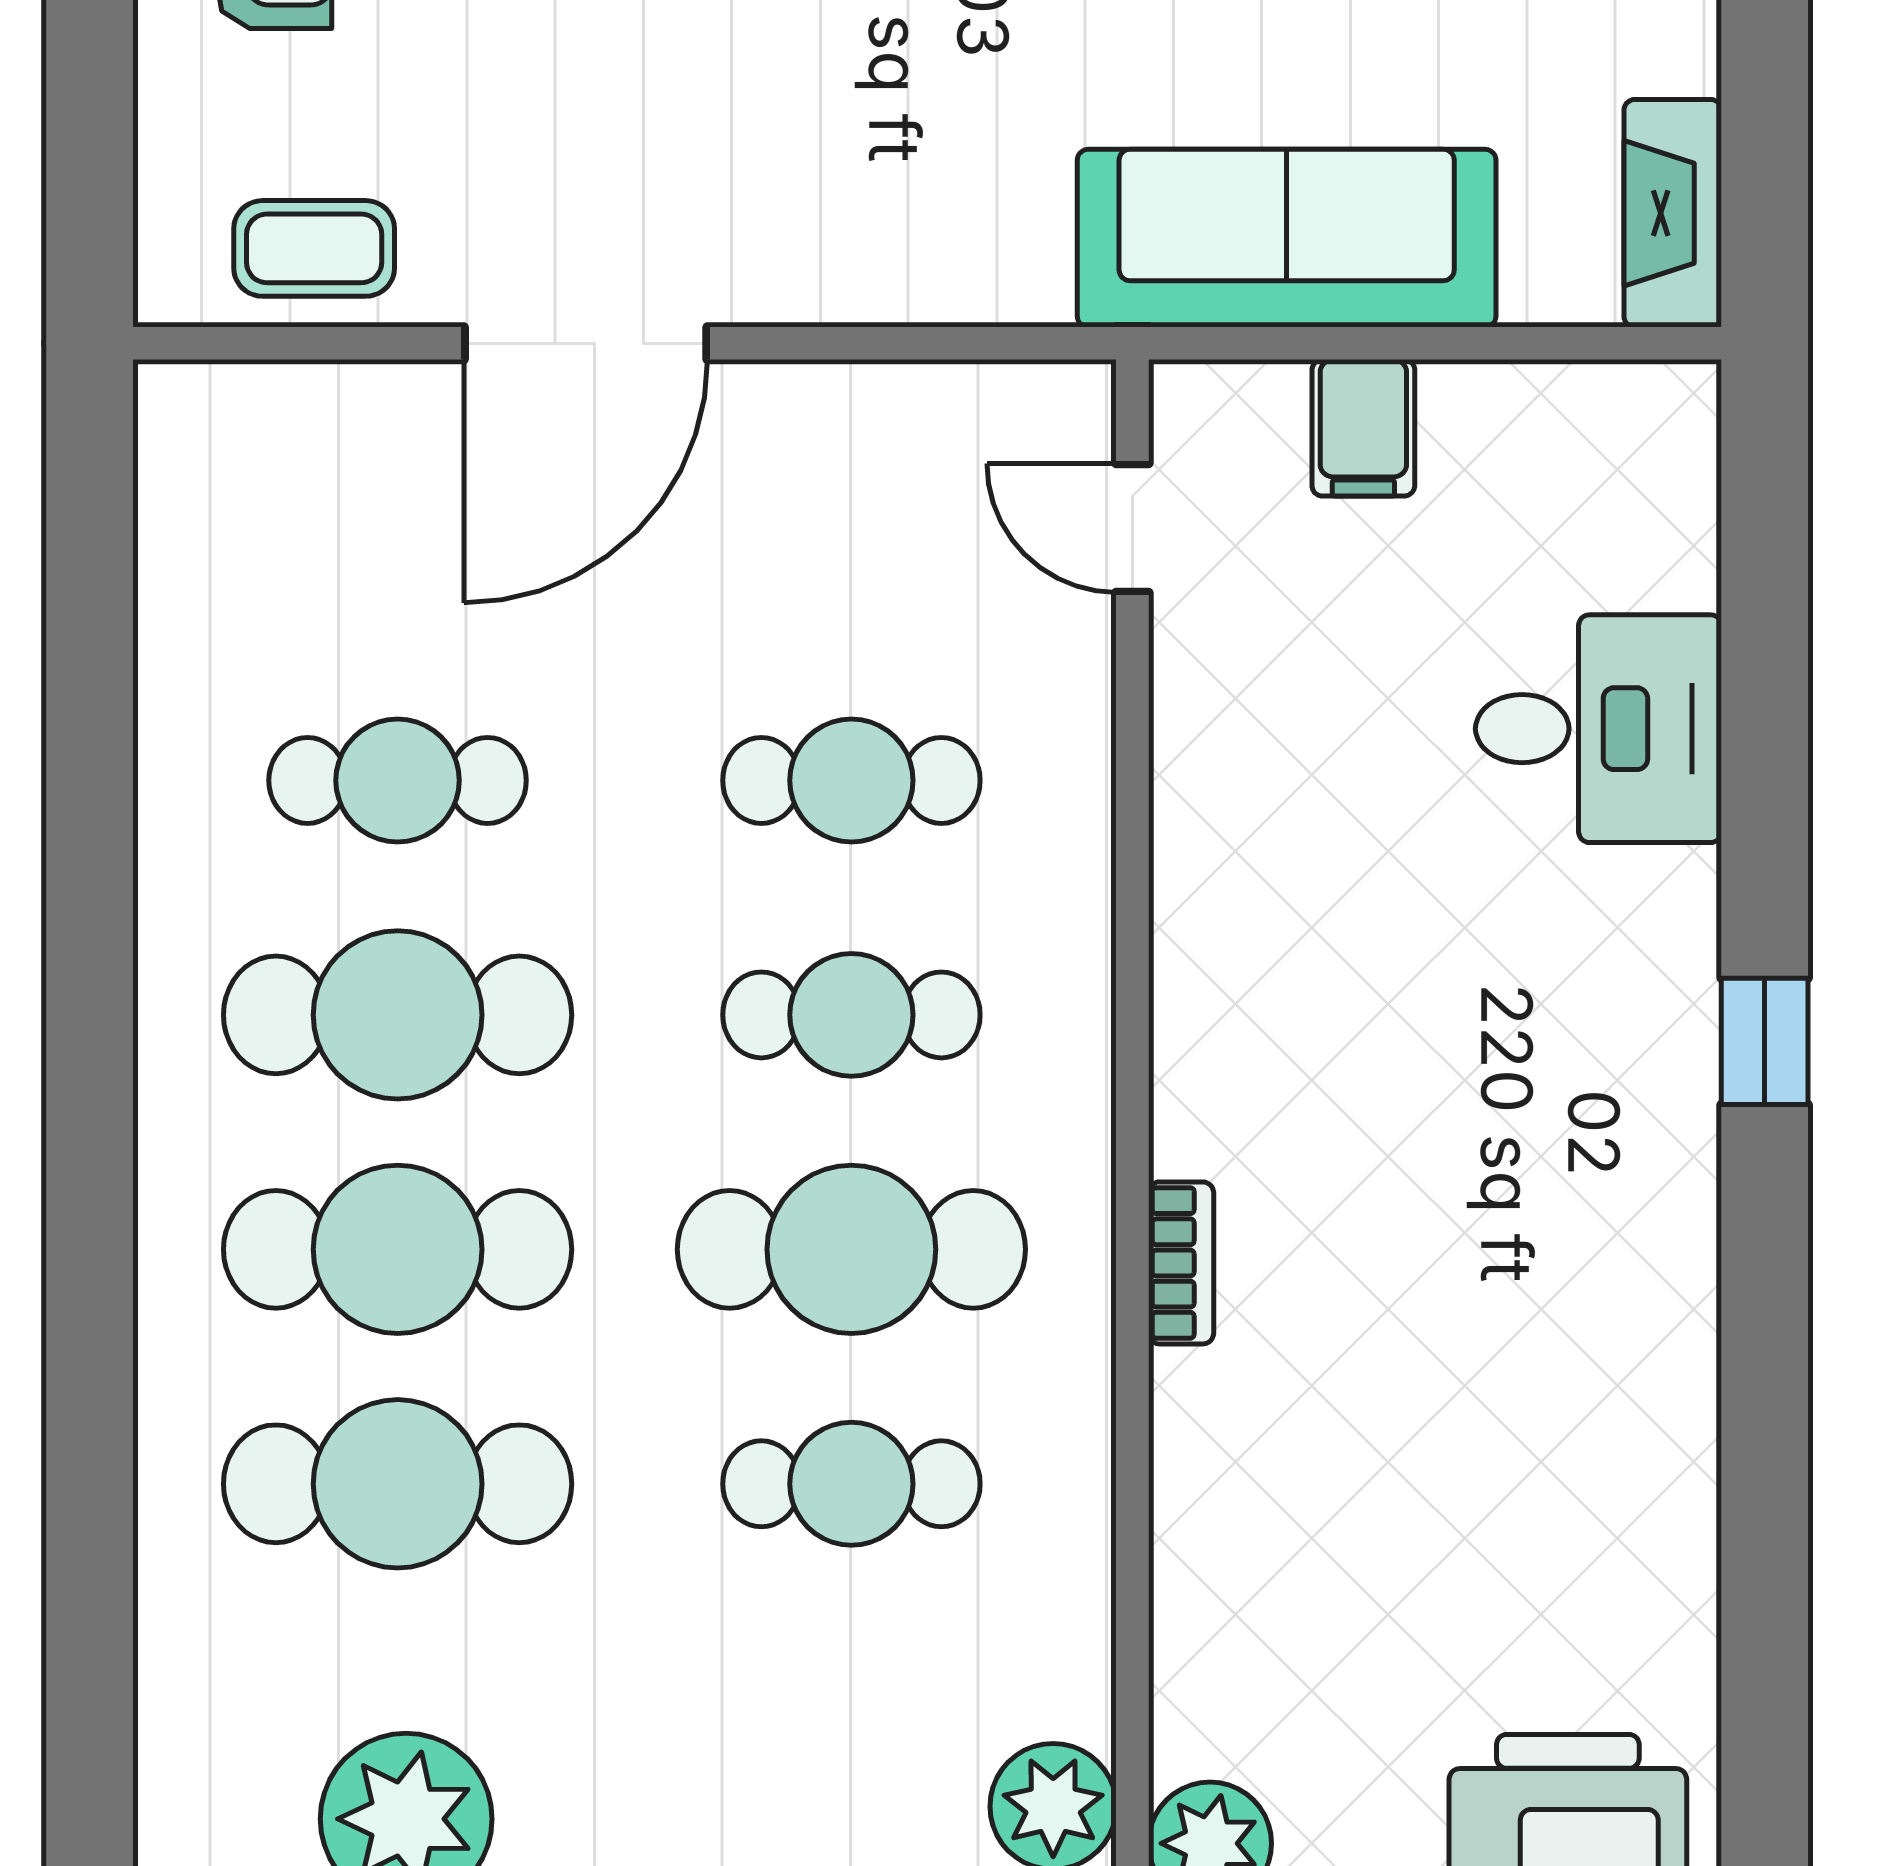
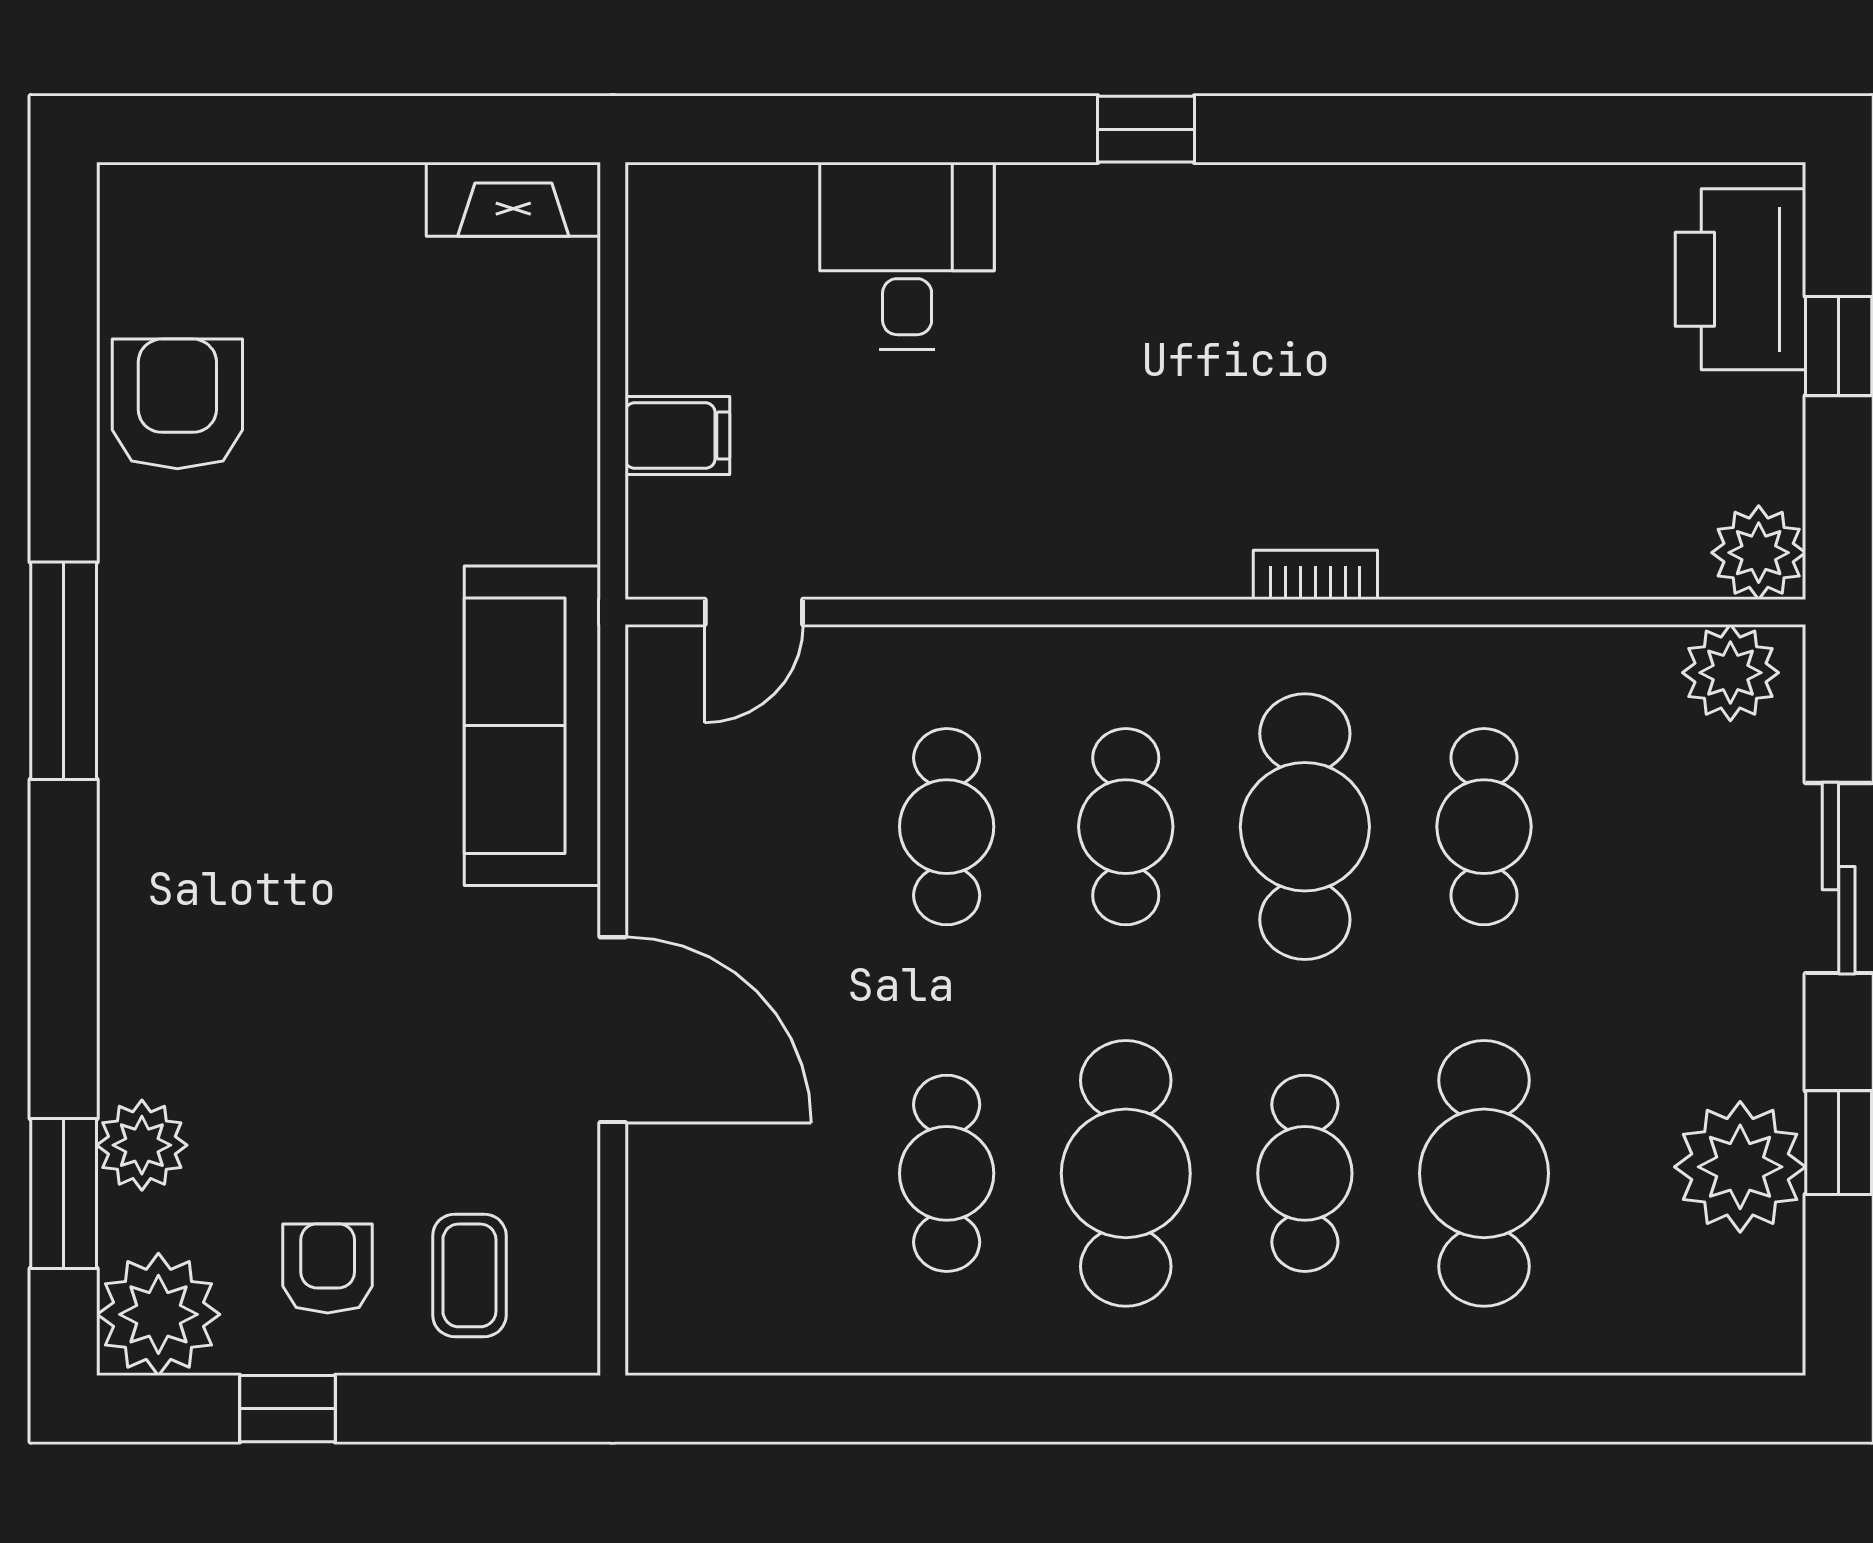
sofa: (1287, 238) -> (532, 726), moved
coffee table: (314, 248) -> (469, 1275), moved
cafe table: (398, 1249) -> (1305, 1173), width x0.73, depth x0.74

